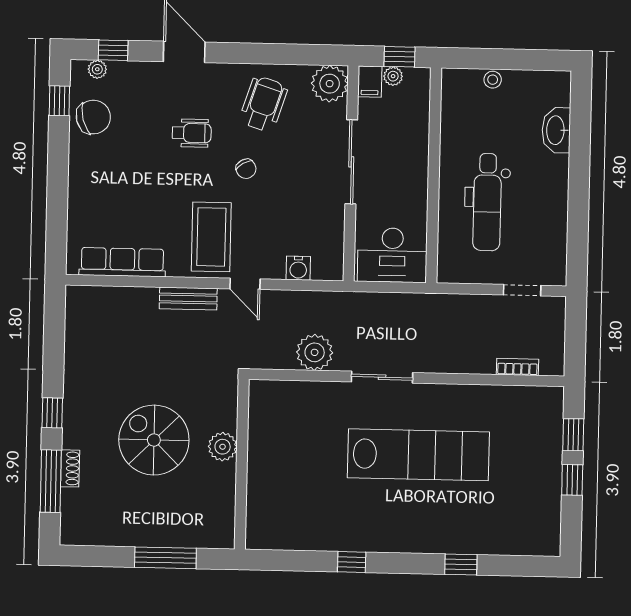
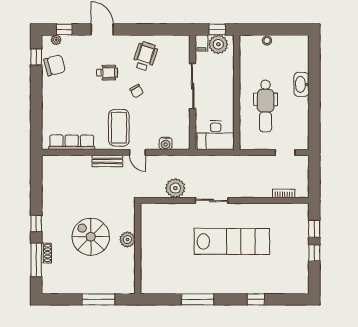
plant: (393, 76) -> (218, 44), width x1.87, depth x1.87
plant: (330, 84) -> (180, 45), removed
washbasin: (556, 130) -> (301, 84), moved
window: (352, 562) -> (198, 299), width x2.17

